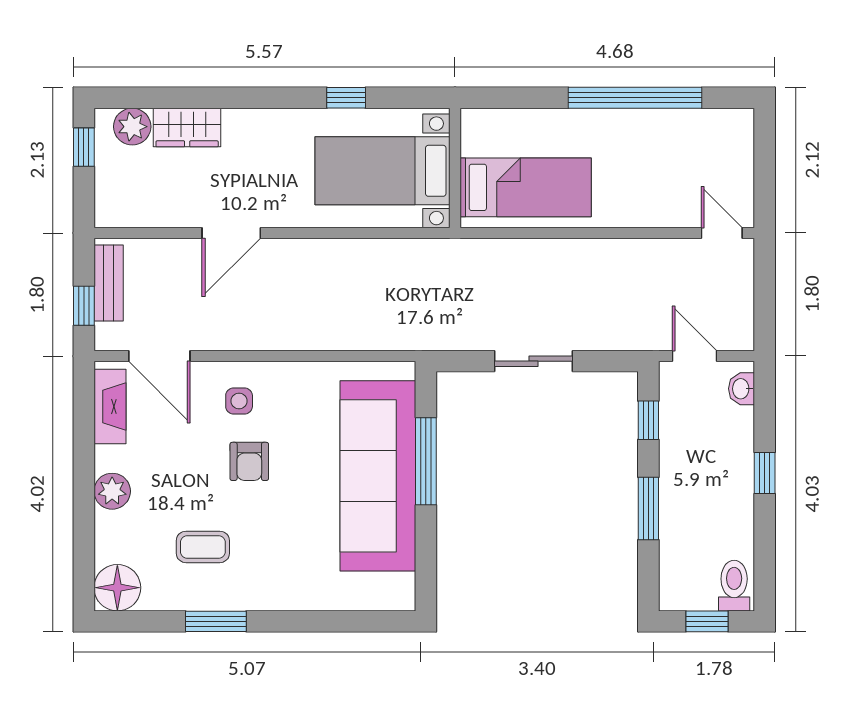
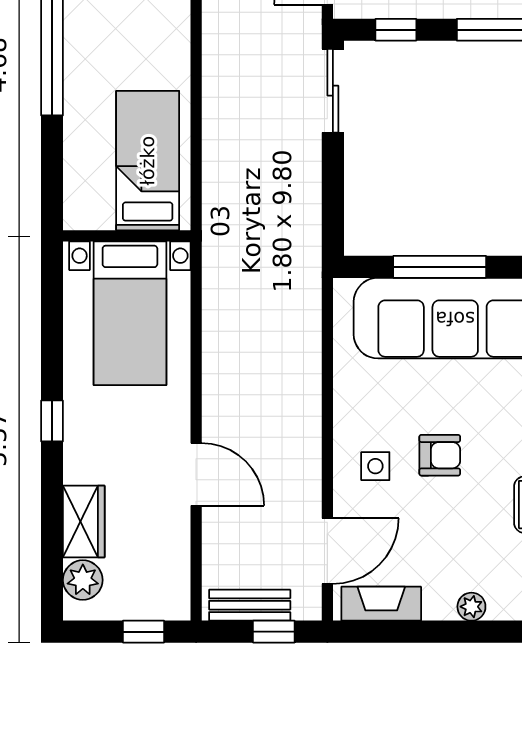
window: (346, 98) -> (52, 421), moved
window: (84, 147) -> (143, 632), moved
sliding door: (534, 361) -> (333, 91), moved
plant: (112, 491) -> (471, 607), width x0.73, depth x0.73

